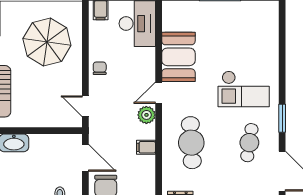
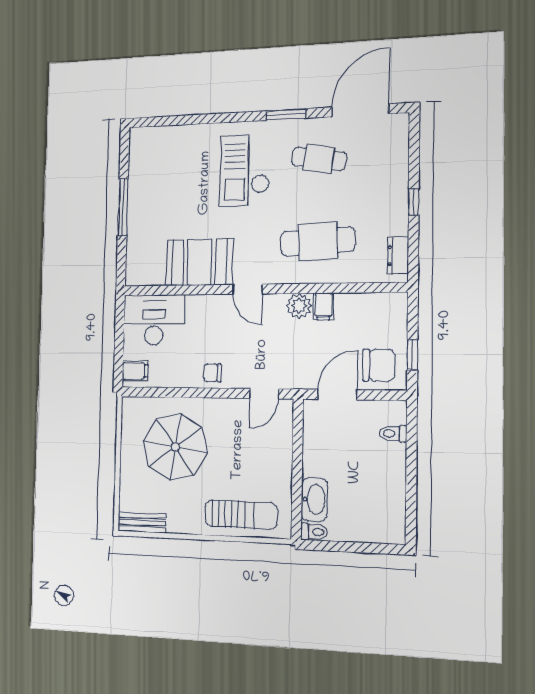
checkout: (244, 89) -> (245, 170), turned 180
plant: (146, 115) -> (299, 306), moved

